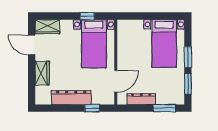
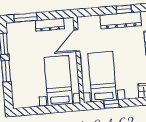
bed with nightstands: (164, 43) -> (58, 81), moved
window: (92, 108) -> (124, 9), moved

